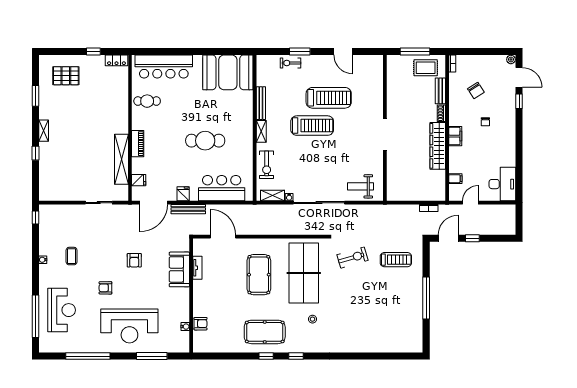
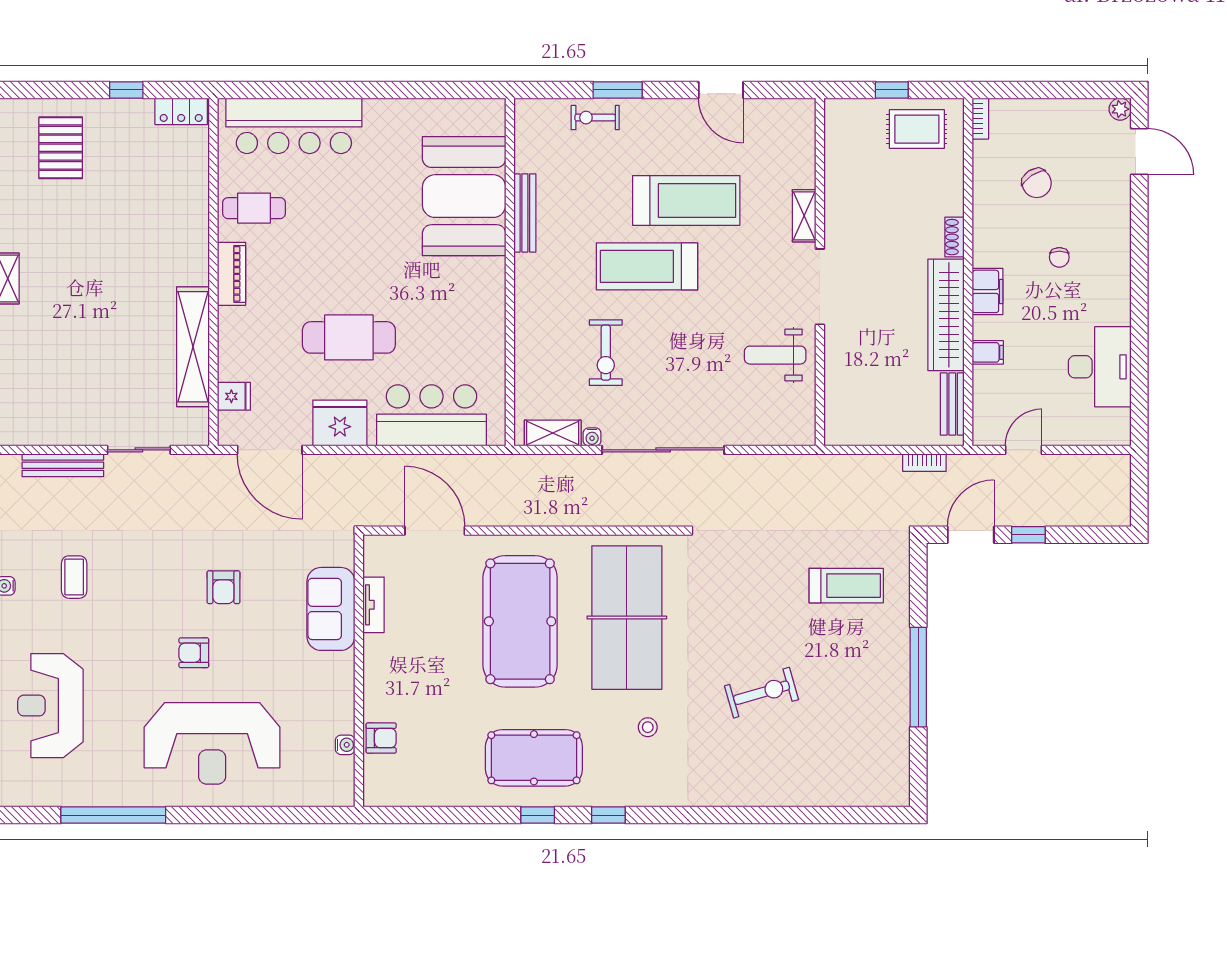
window: (415, 51) -> (892, 90), width x0.46
booth: (228, 72) -> (464, 196), moved, turned 90
pallet: (66, 76) -> (61, 148), turned 90
bench: (440, 91) -> (952, 404), moved
window: (519, 101) -> (1139, 208), removed
treadmill: (312, 126) -> (647, 266), turned 180
shelving: (261, 131) -> (804, 216), moved
cafe table: (205, 141) -> (349, 337), moved
piano: (138, 144) -> (232, 274), moved
exercise bike: (267, 165) -> (606, 353), moved
filing cabinet: (455, 179) -> (988, 352), moved
desk: (502, 184) -> (1100, 367), moved
weight bench: (361, 186) -> (775, 355), moved
fridge: (183, 194) -> (340, 423), width x1.88, depth x1.34
door: (154, 203) -> (270, 450), hinge flipped
bench: (188, 209) -> (63, 465), moved
exercise bike: (352, 258) -> (762, 693), moved
pool table: (259, 275) -> (520, 621), width x1.36, depth x1.32
armchair: (105, 288) -> (194, 653), moved
reception desk: (62, 310) -> (50, 706), turned 180
window: (152, 356) -> (265, 815), removed

